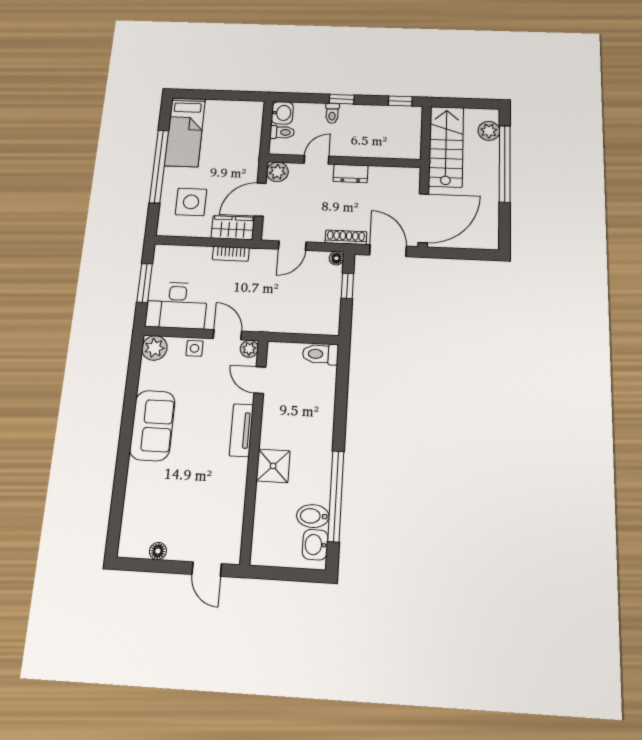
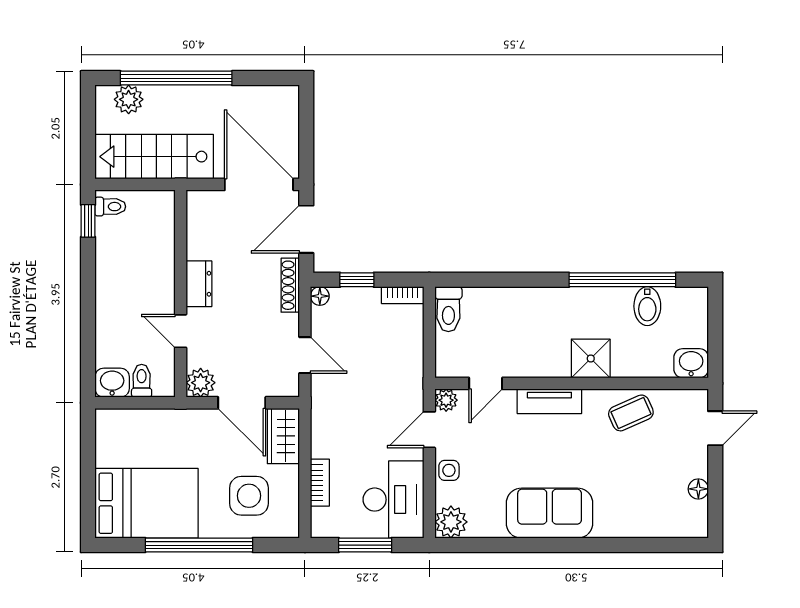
window: (342, 99) -> (88, 302), removed
toilet: (332, 113) -> (110, 207), moved
bed: (185, 132) -> (147, 503), width x1.50
bookcase: (231, 254) -> (320, 483), moved
bookcase: (334, 320) -> (403, 295), added
coffee table: (226, 497) -> (631, 413), added
washbasin: (315, 545) -> (691, 363), moved, turned 180

